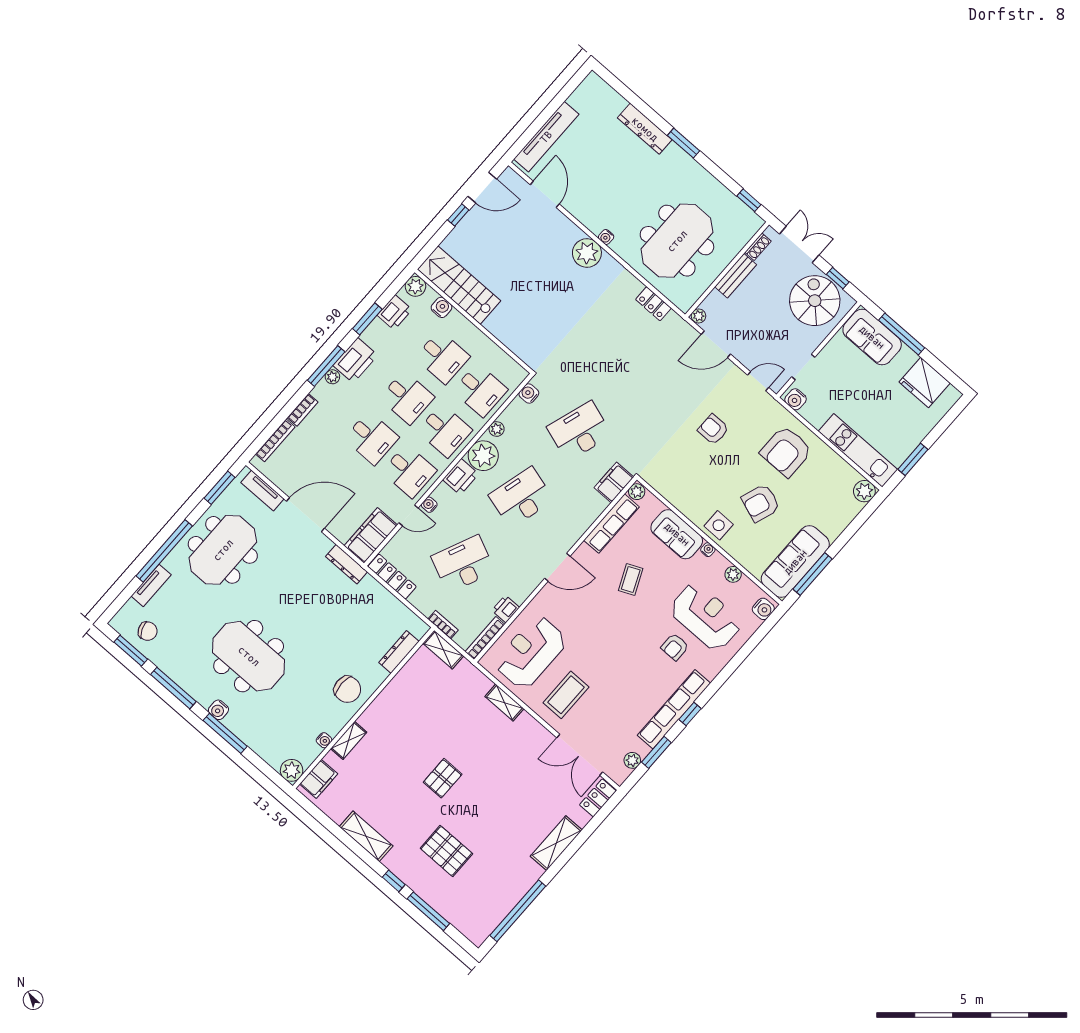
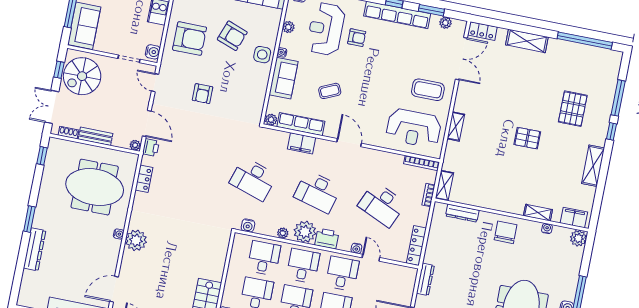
filing cabinet: (614, 482) -> (301, 143), moved
filing cabinet: (371, 535) -> (398, 274), removed
printer: (506, 609) -> (151, 147), moved, turned -90

